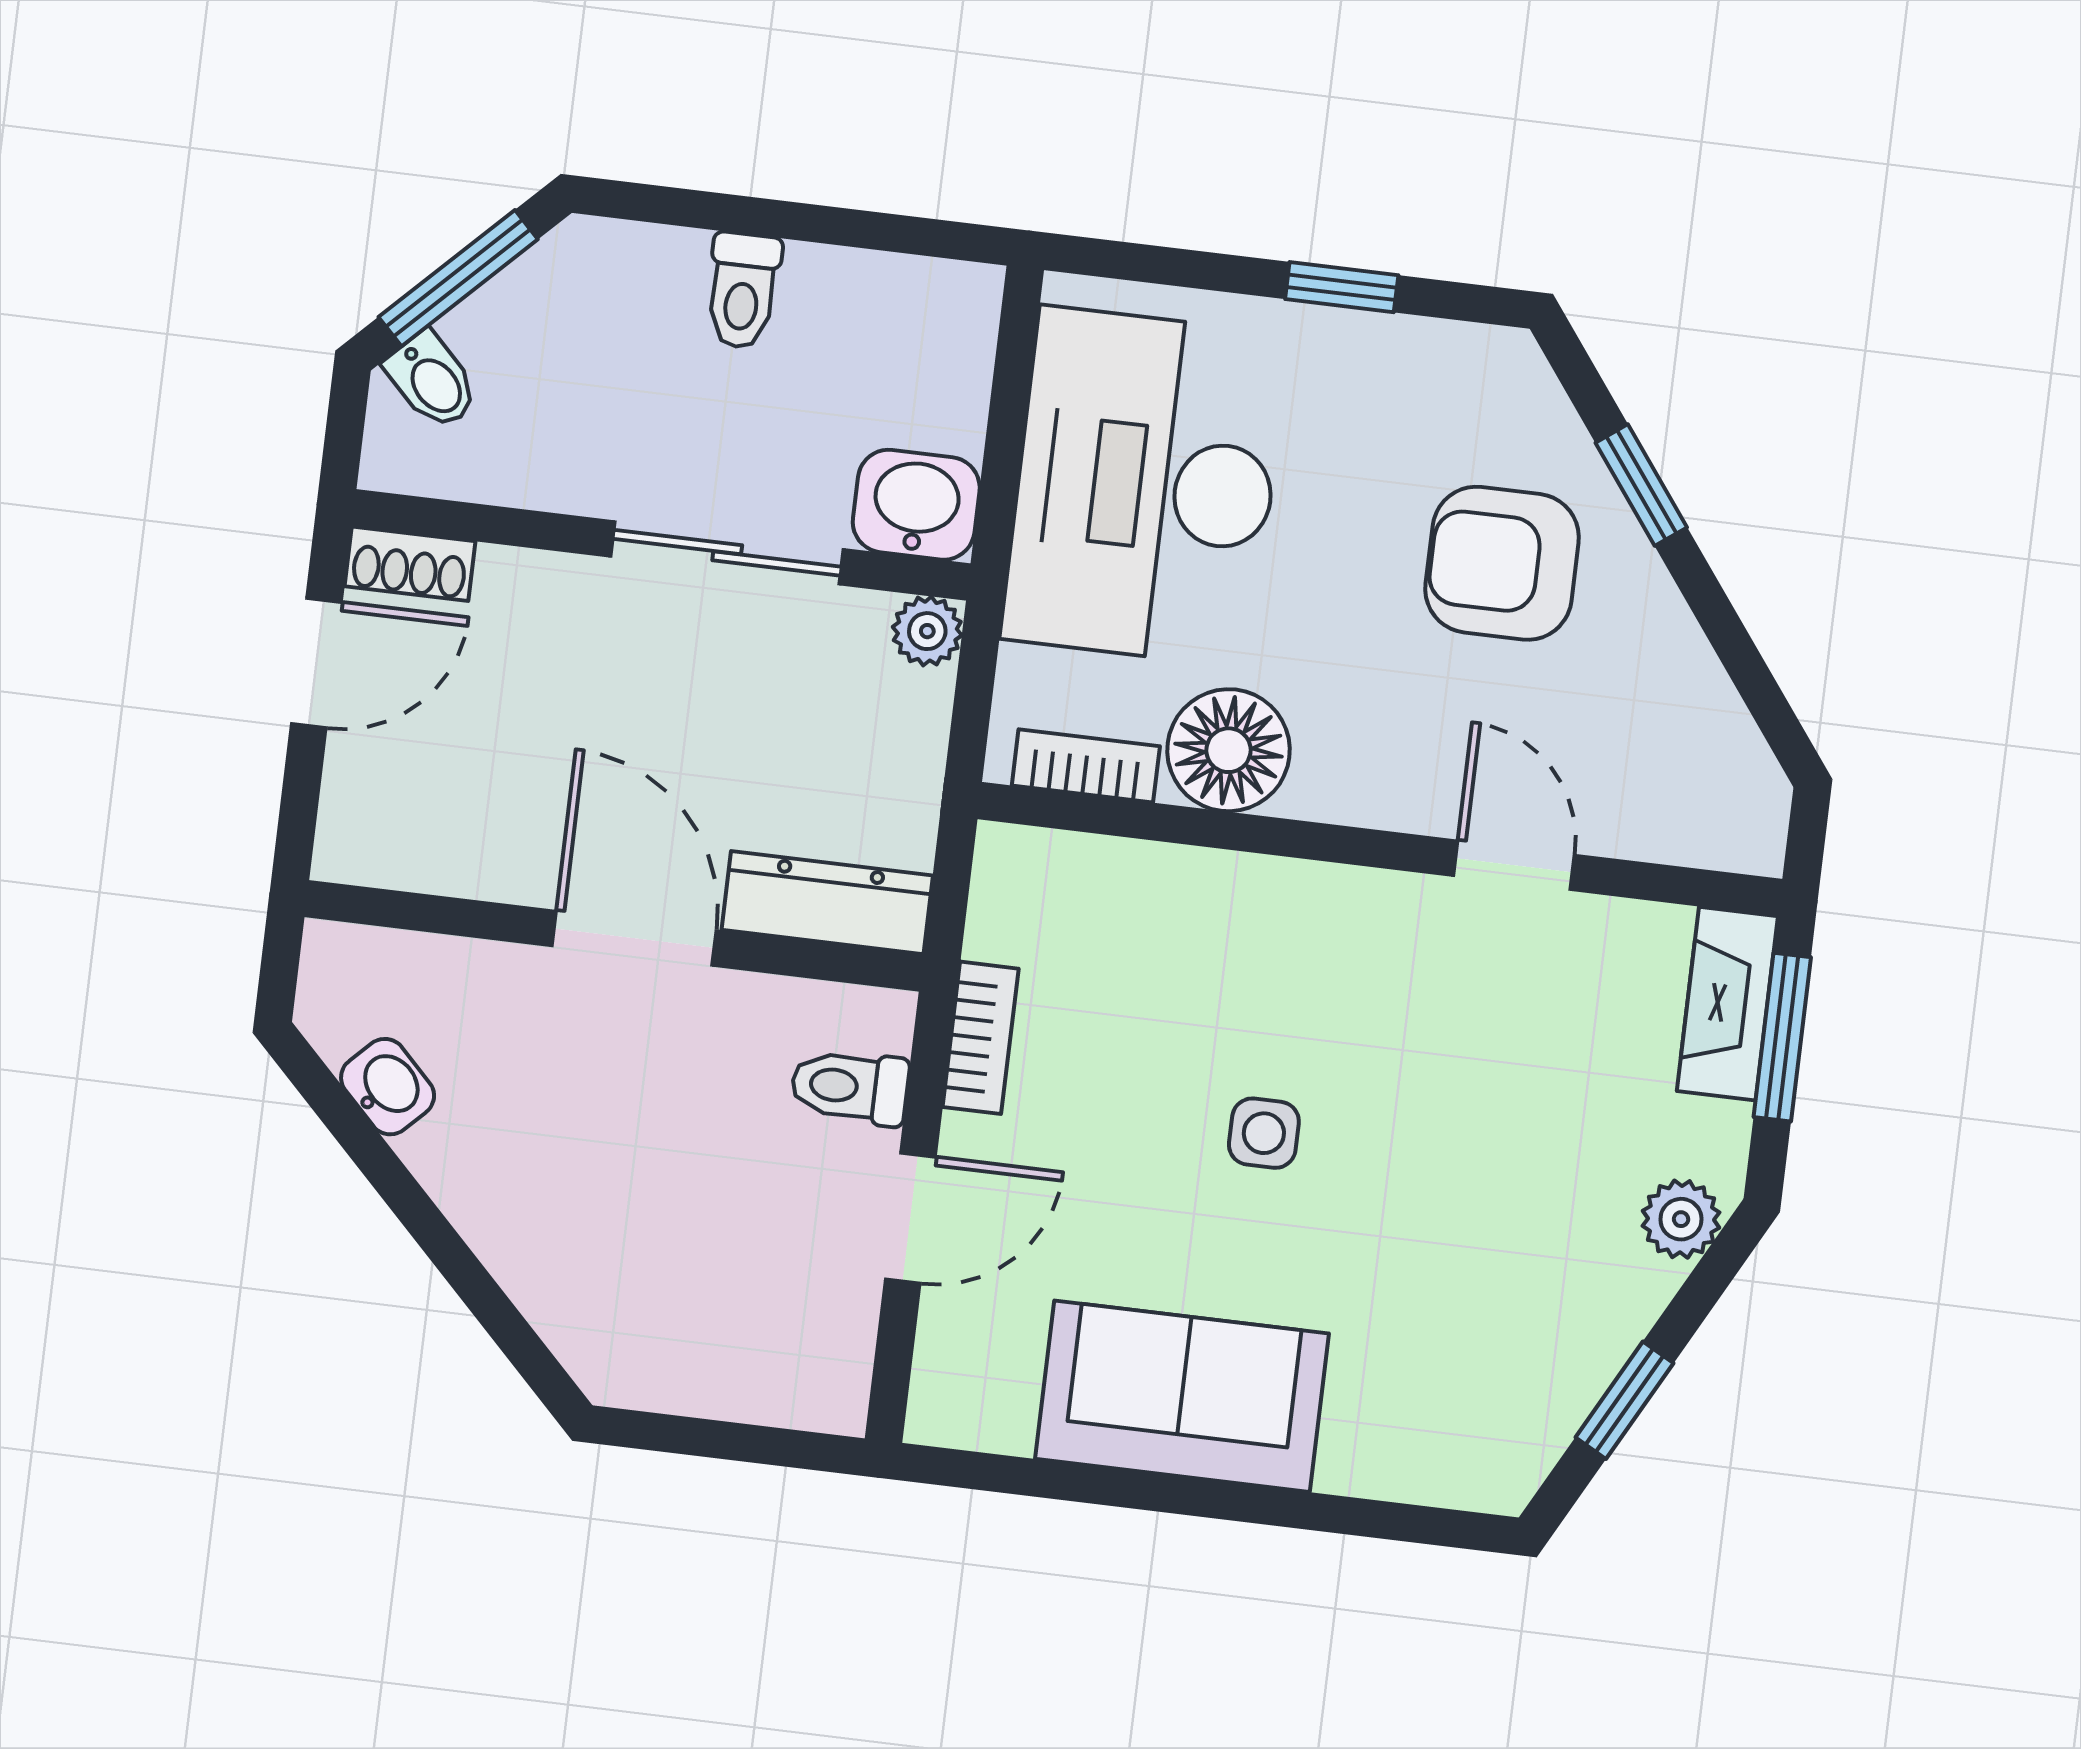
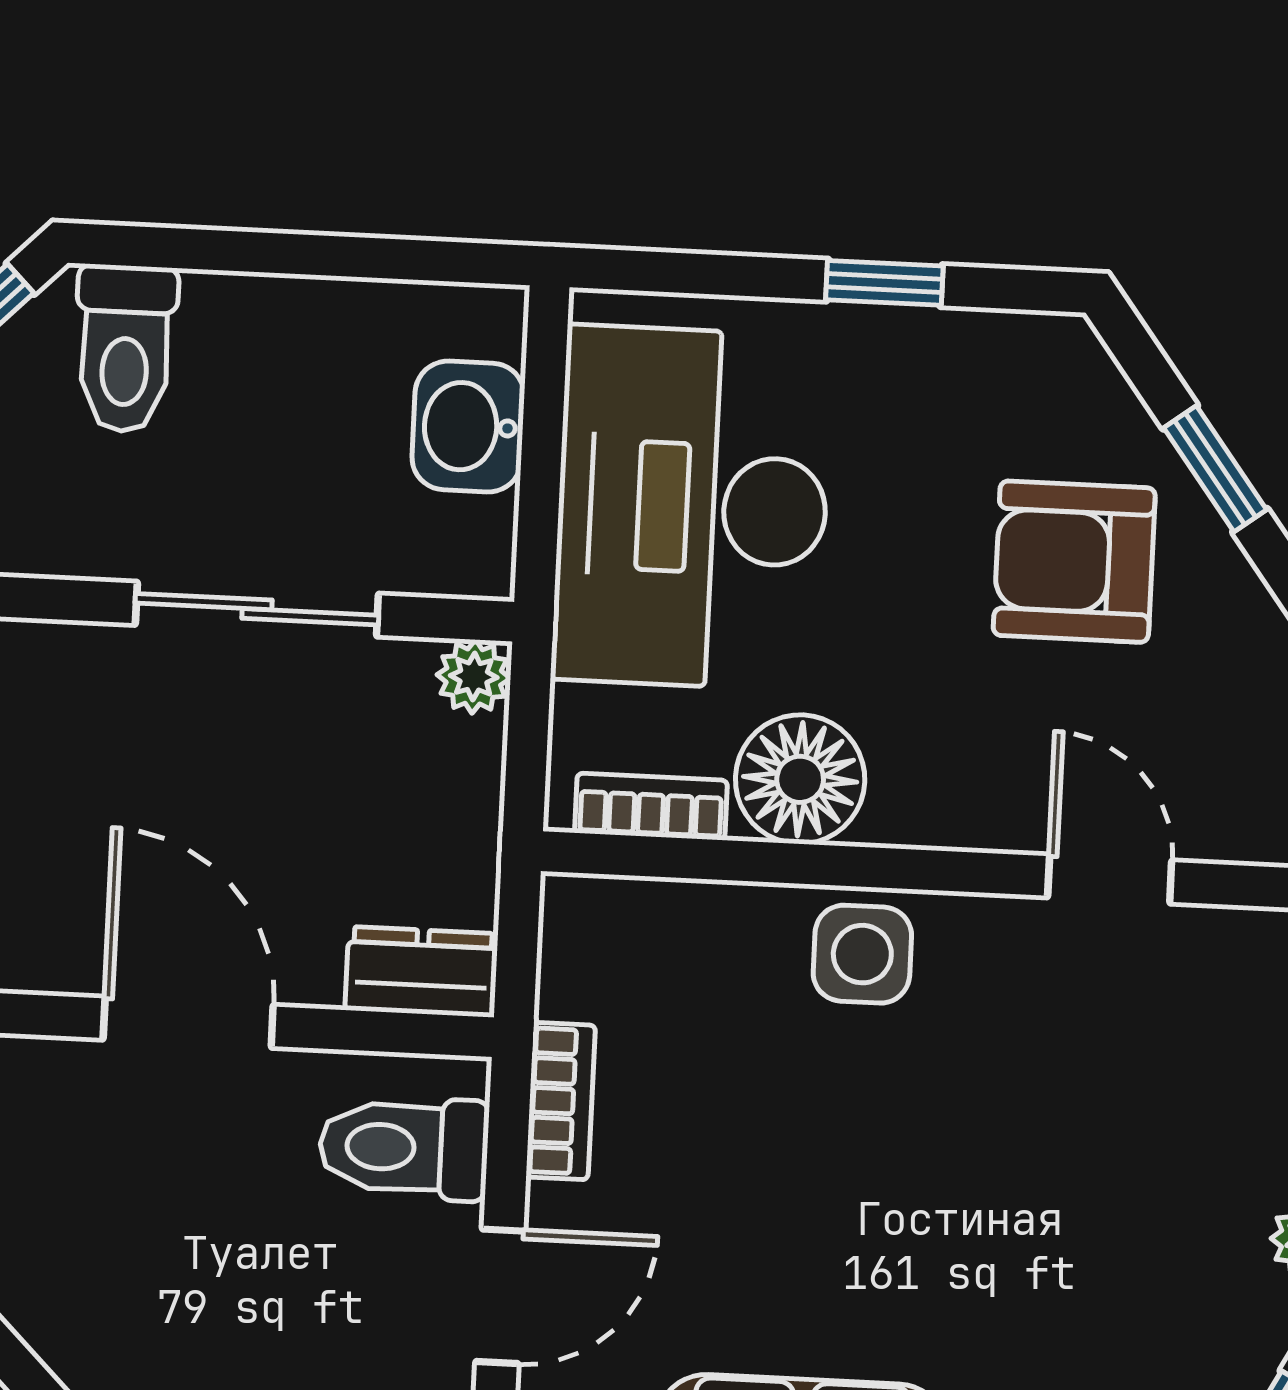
toilet: (743, 291) -> (125, 348), moved, width x1.37, depth x1.39
washbasin: (916, 505) -> (468, 426), moved, turned -90
dresser: (827, 903) -> (421, 972), width x0.70
toilet: (850, 1087) -> (404, 1148), width x1.37, depth x1.39
side table: (1264, 1133) -> (862, 954), moved, width x1.37, depth x1.37

